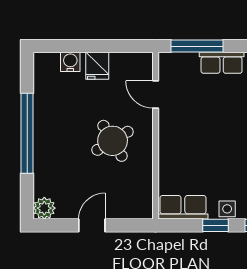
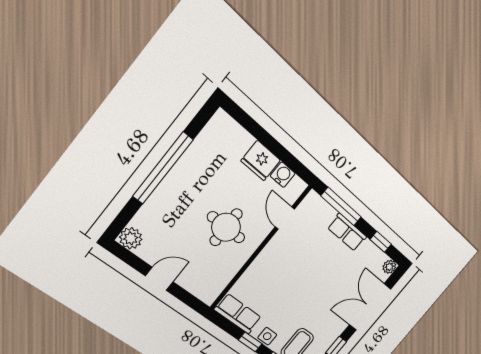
water cooler: (70, 62) -> (283, 175), moved
fridge: (97, 66) -> (261, 161), width x1.38
round table: (113, 141) -> (226, 227), turned 31

